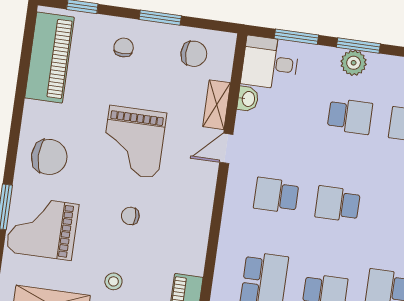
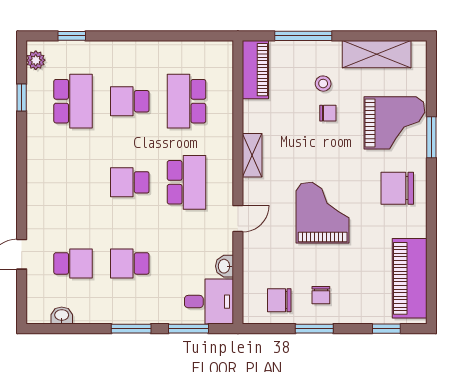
chair: (124, 48) -> (321, 295), moved
plant: (354, 63) -> (133, 312), removed
shelving: (217, 105) -> (252, 155), moved
school desk: (276, 195) -> (187, 182), width x1.85
school desk: (338, 204) -> (130, 182), turned 180
chair: (130, 216) -> (328, 113), moved

